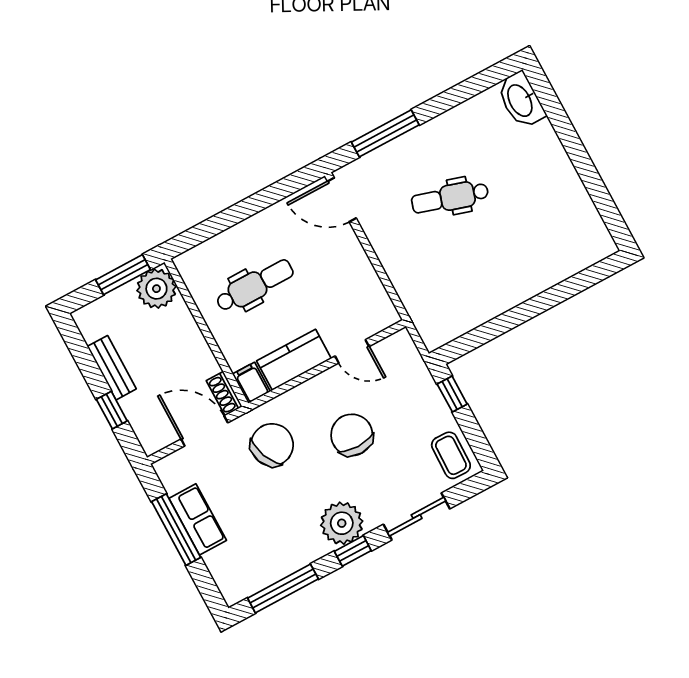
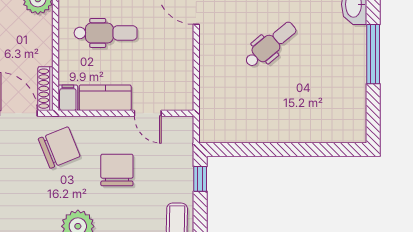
window: (573, 145) -> (373, 54), added
dental chair: (450, 198) -> (270, 45), turned 123
shoe rack: (224, 394) -> (45, 89), width x1.43

